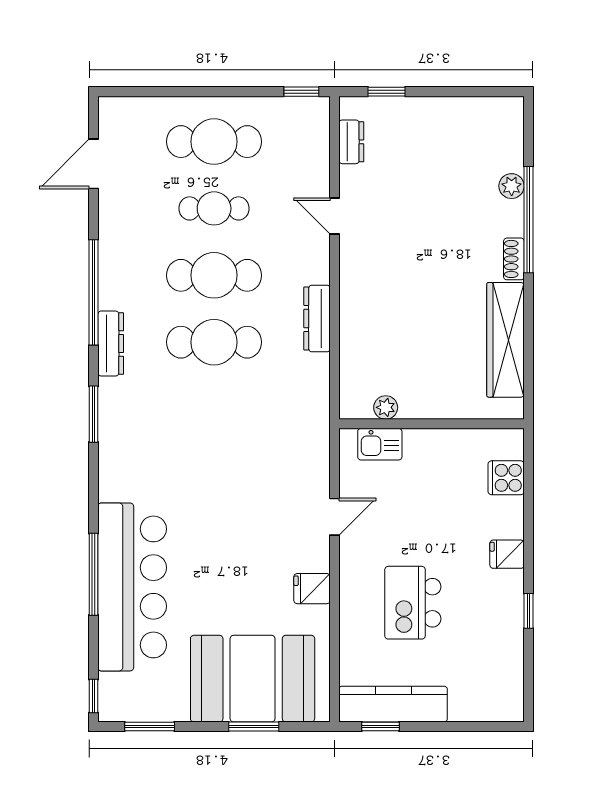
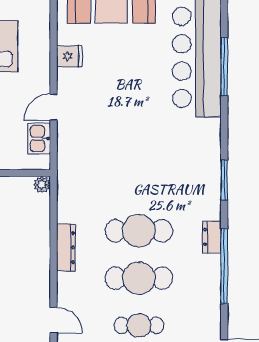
dresser: (111, 344) -> (212, 237), width x0.70
plant: (386, 407) -> (42, 185), moved
kitchen sink: (380, 444) -> (39, 139), moved, turned -90

